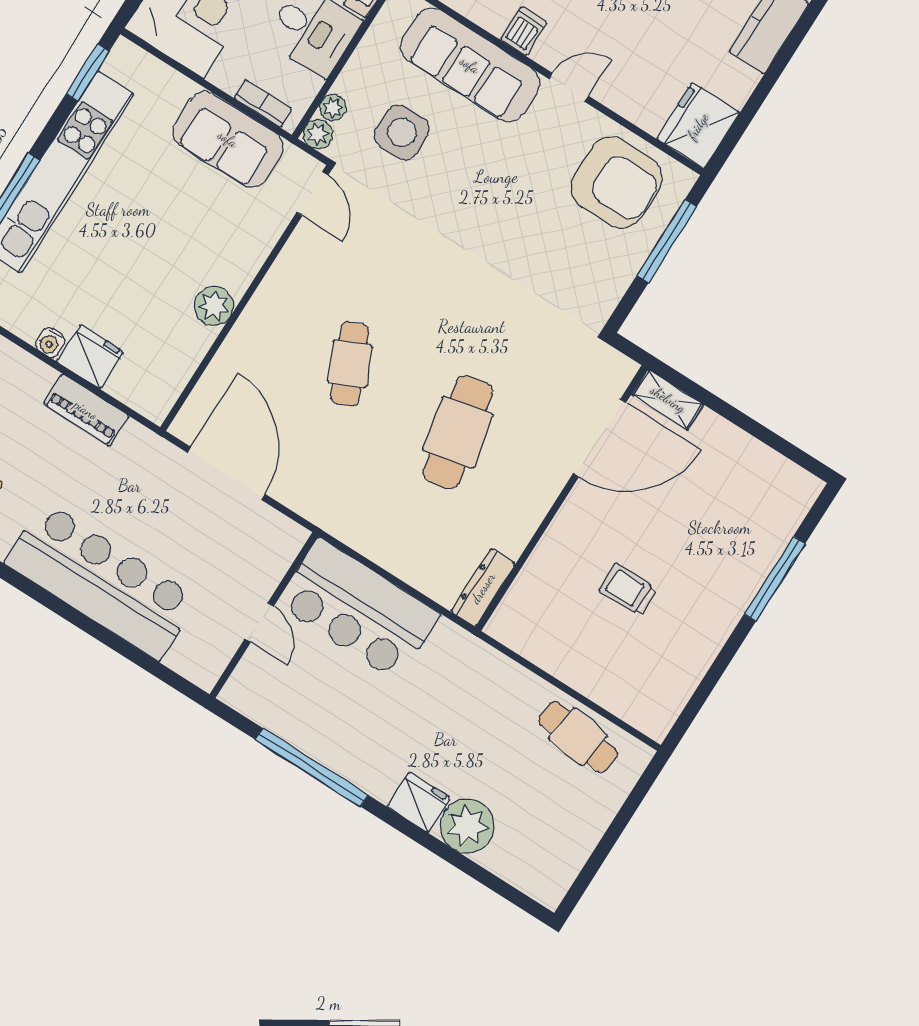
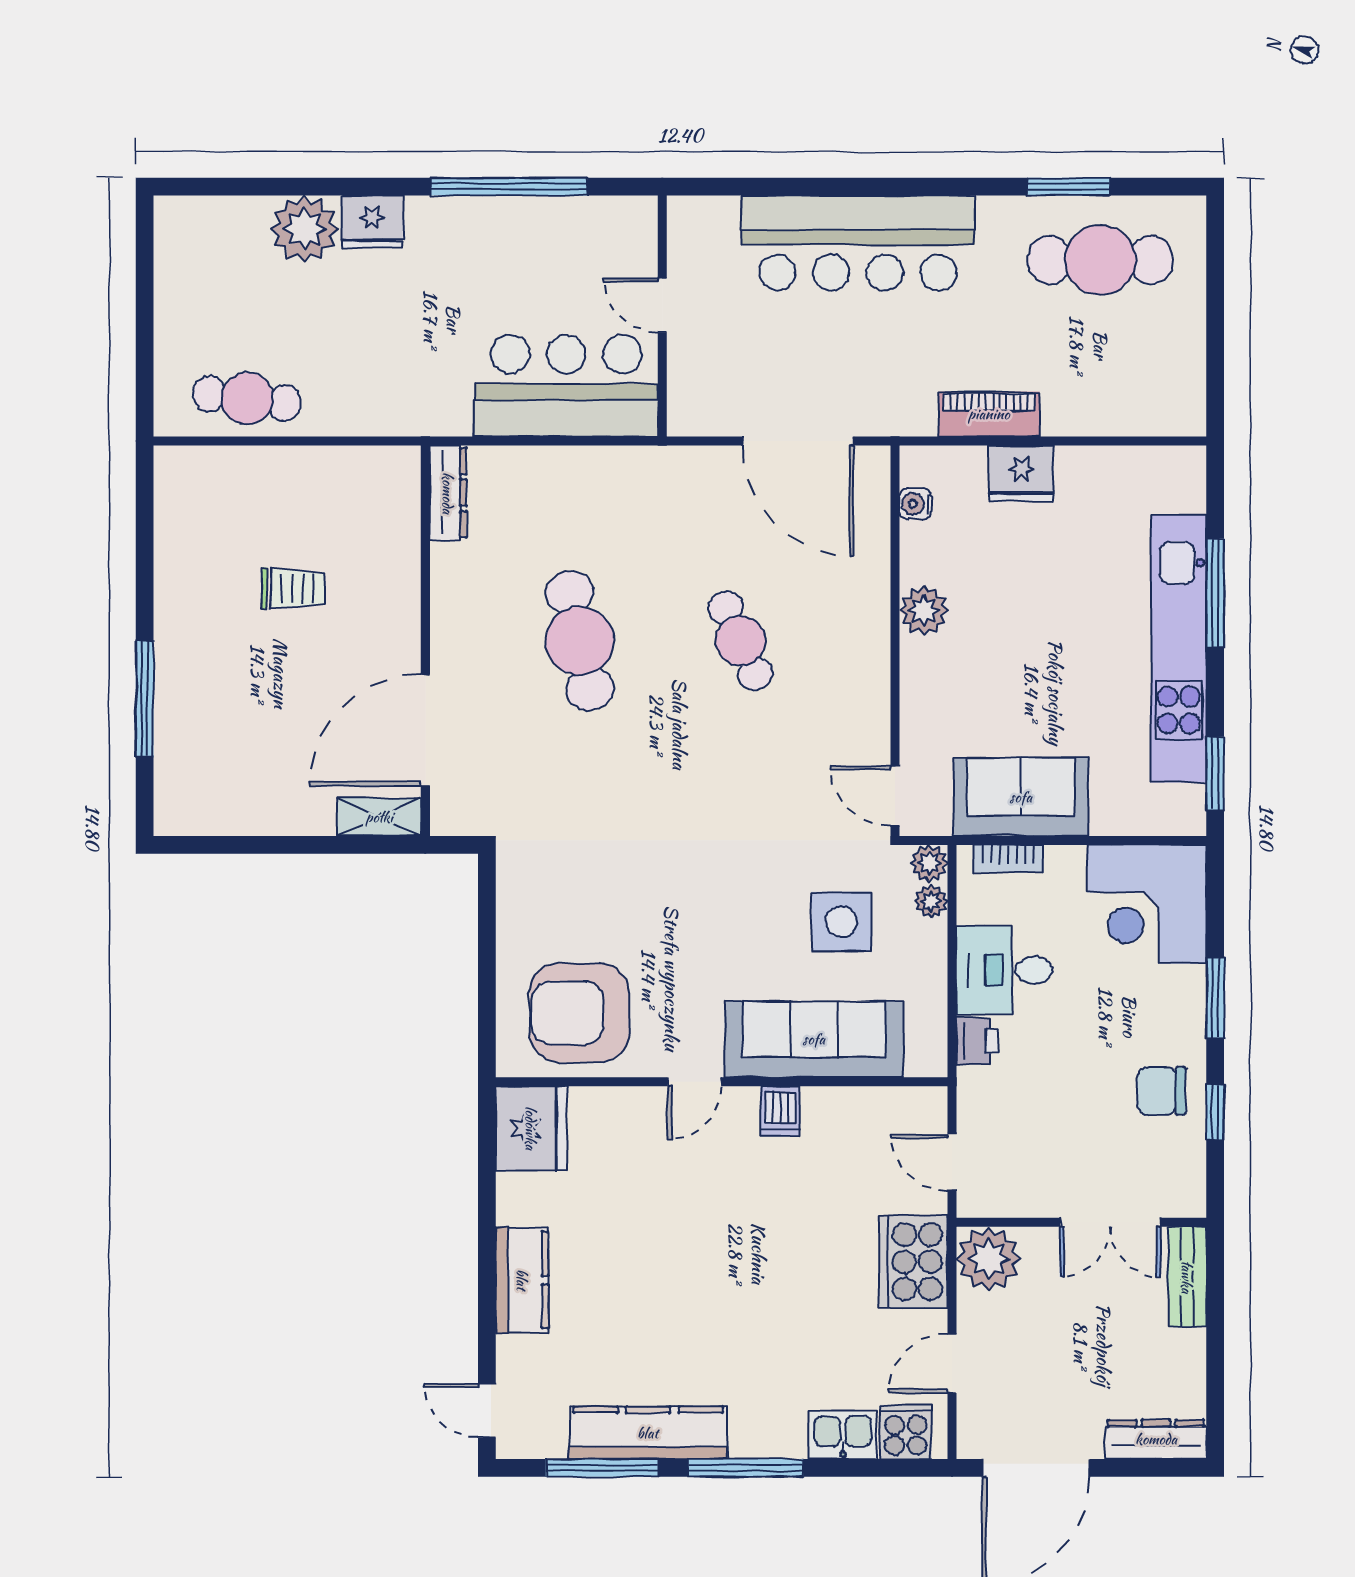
window: (667, 241) -> (487, 985), removed
water cooler: (50, 343) -> (915, 504), moved, turned -90

